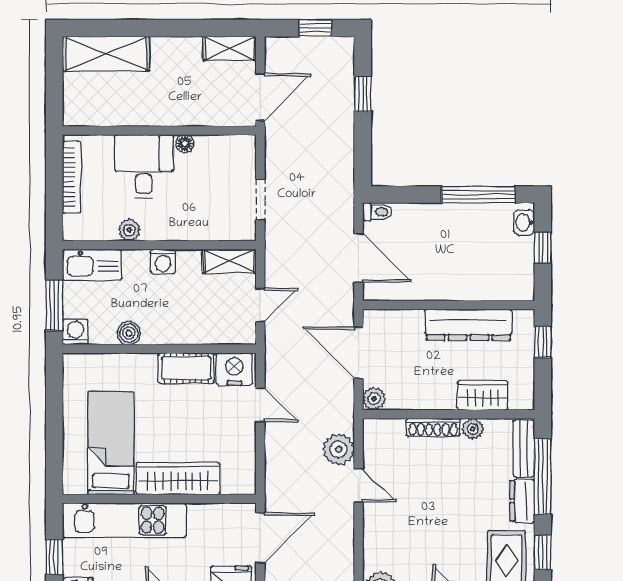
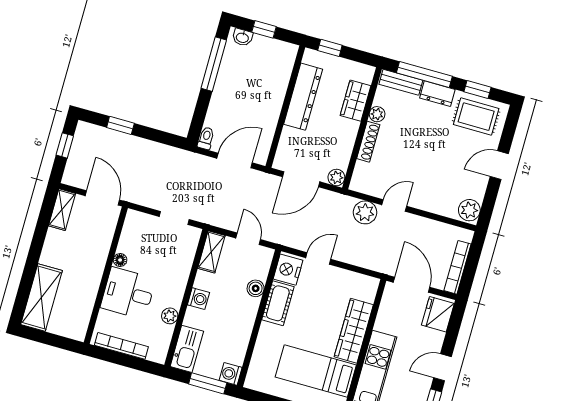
boiler: (129, 333) -> (256, 288), moved

